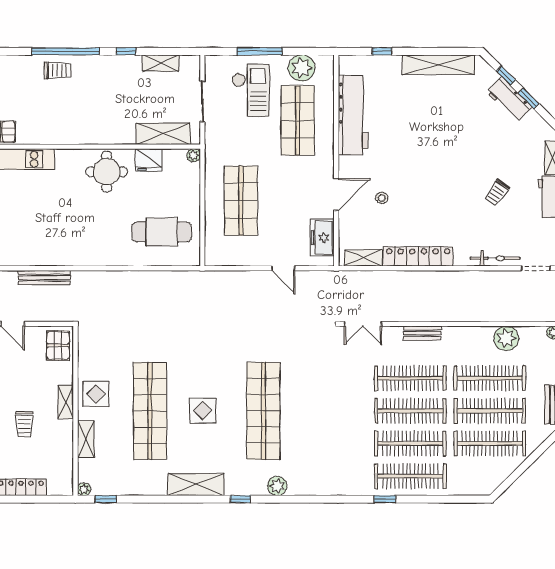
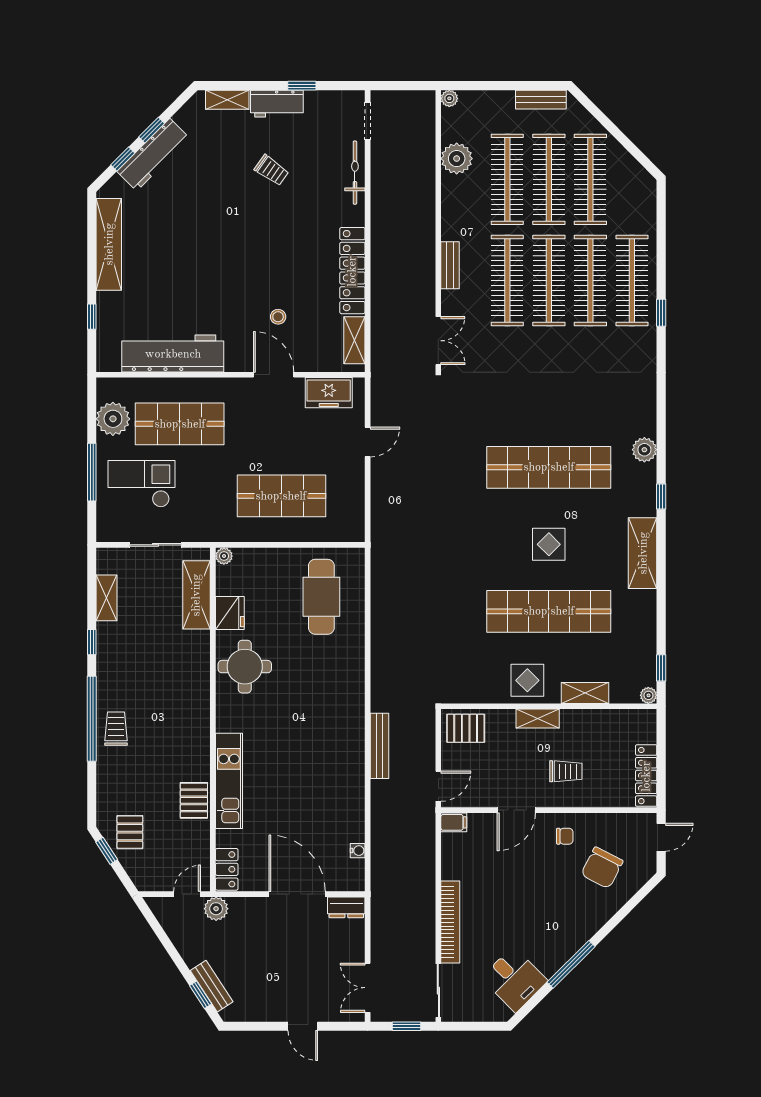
workbench: (509, 100) -> (153, 155), width x1.37

